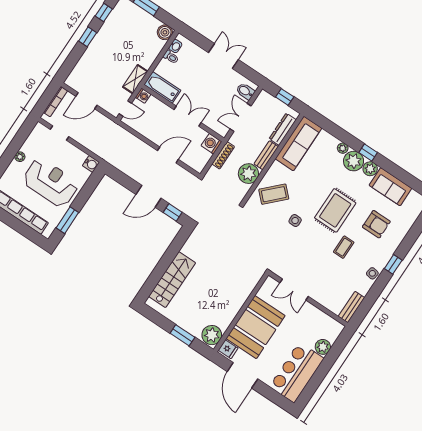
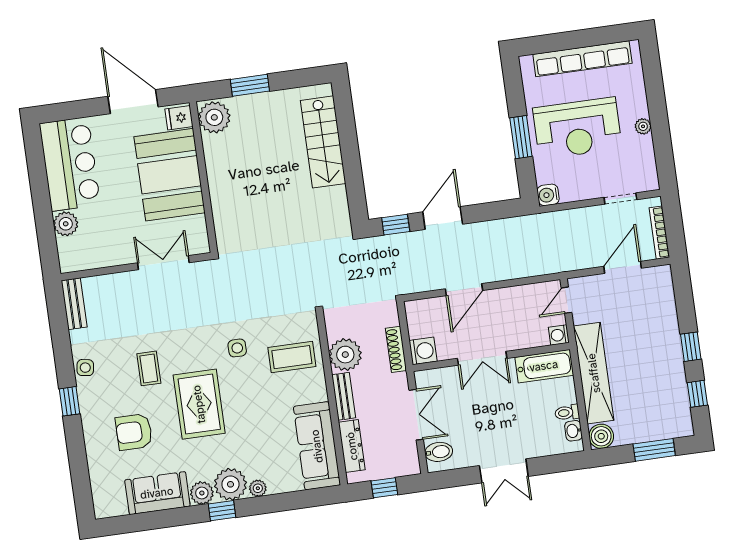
shelving: (135, 79) -> (594, 373), width x2.20, depth x1.33
coffee table: (274, 194) -> (292, 357), turned 45
window: (67, 220) -> (521, 137), moved

